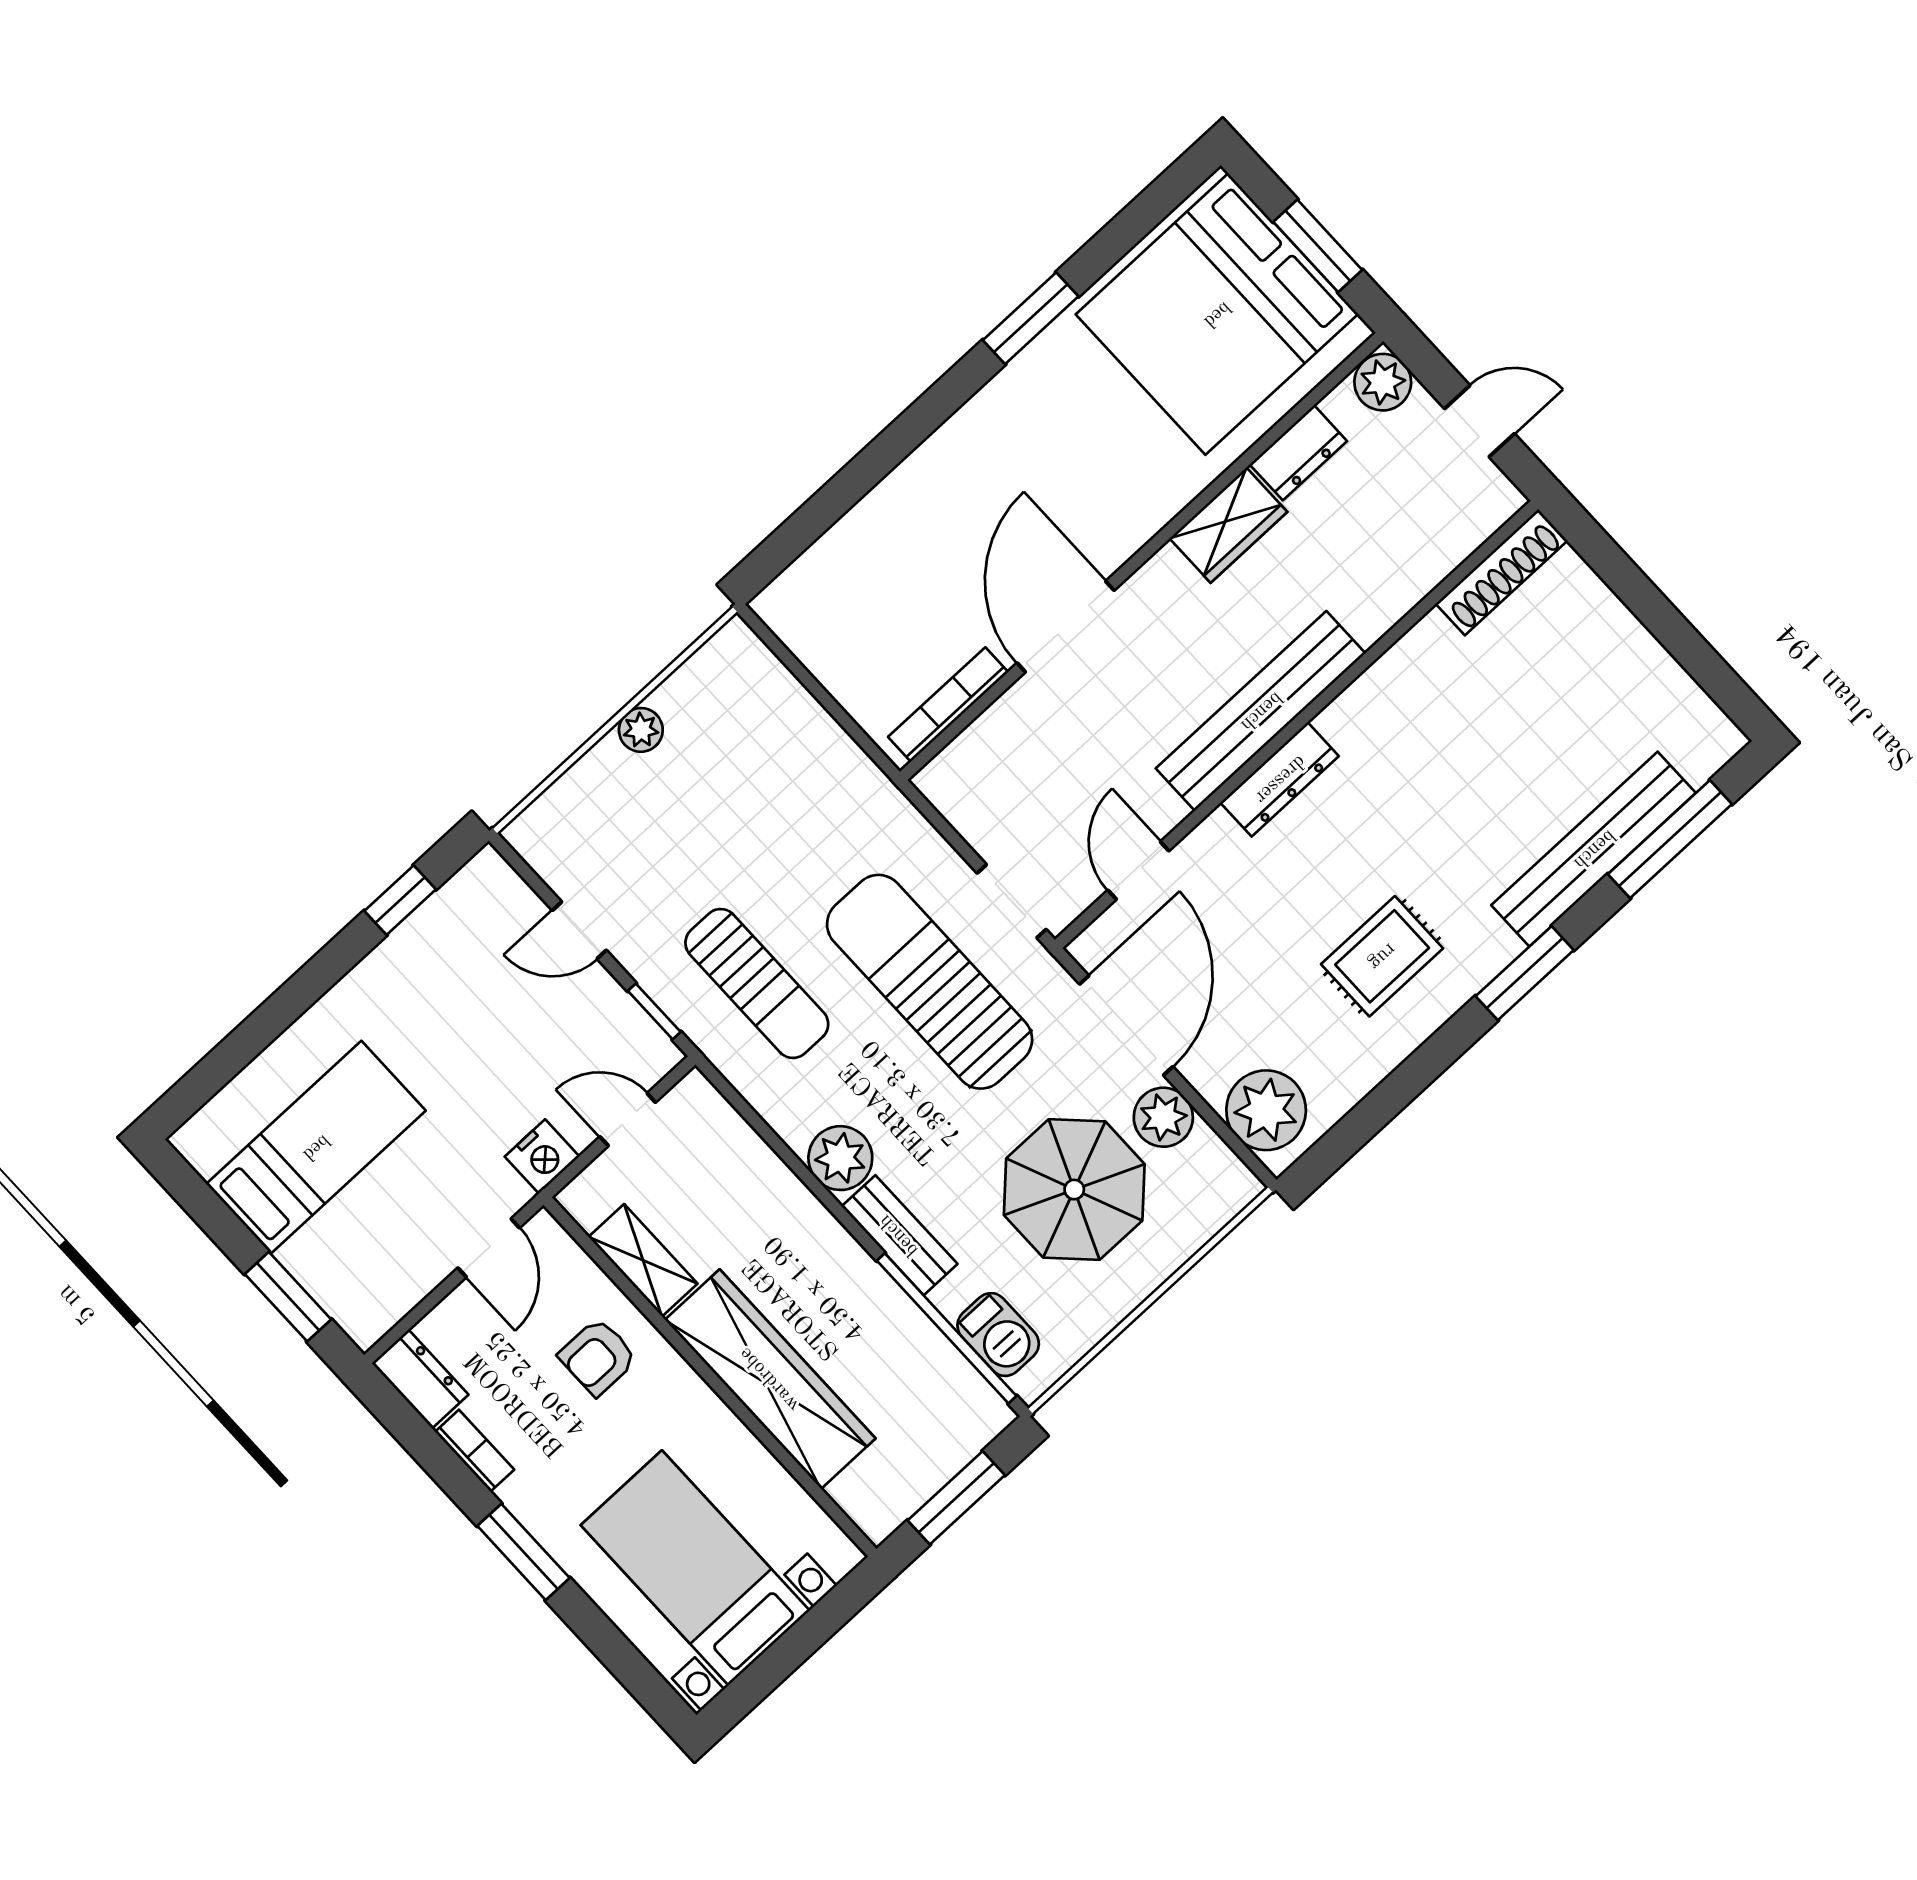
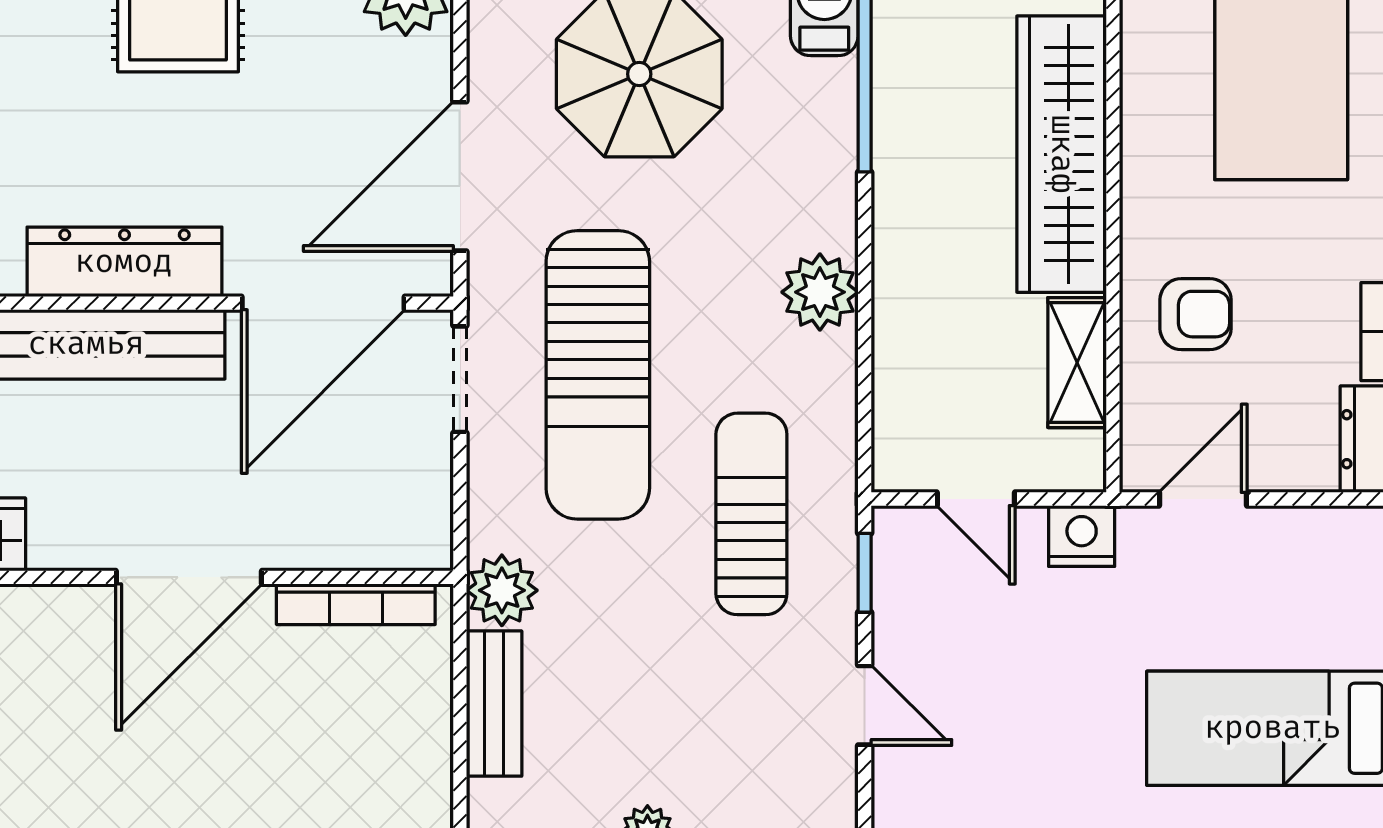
dresser: (1280, 779) -> (124, 262), width x1.37, depth x1.24
door: (1138, 870) -> (323, 303), width x1.87
plant: (1163, 1117) -> (502, 590), moved
bench: (899, 1235) -> (494, 704), moved

